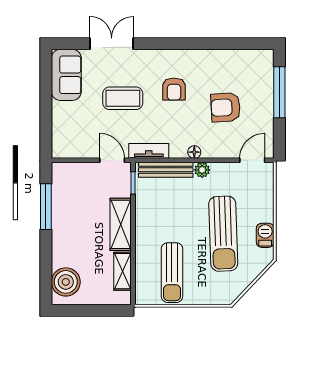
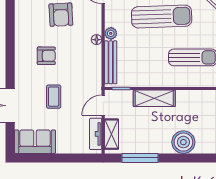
coffee table: (123, 98) -> (54, 97), width x0.73, depth x0.77
tv unit: (149, 151) -> (96, 134), moved
shelving: (123, 271) -> (111, 134), moved, turned 90
boiler: (66, 282) -> (183, 142), moved

